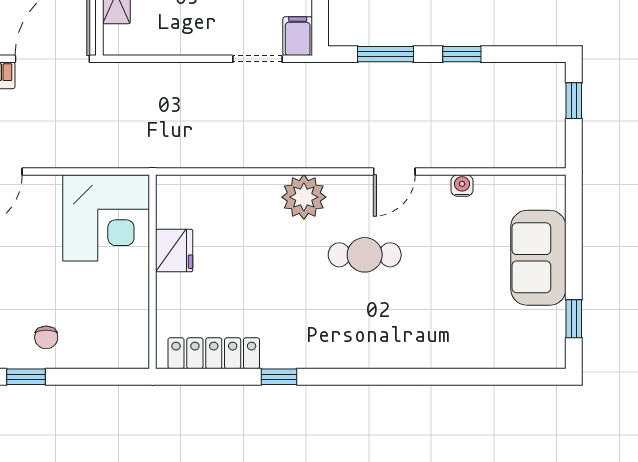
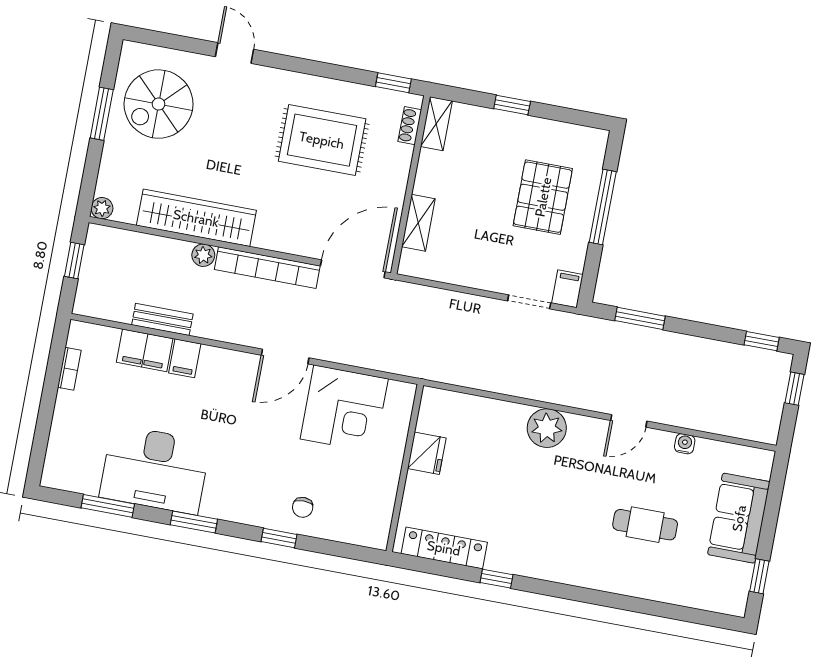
window: (462, 54) -> (762, 341), moved
corner desk: (106, 218) -> (344, 409), moved
cafe table: (365, 255) -> (645, 525), moved

